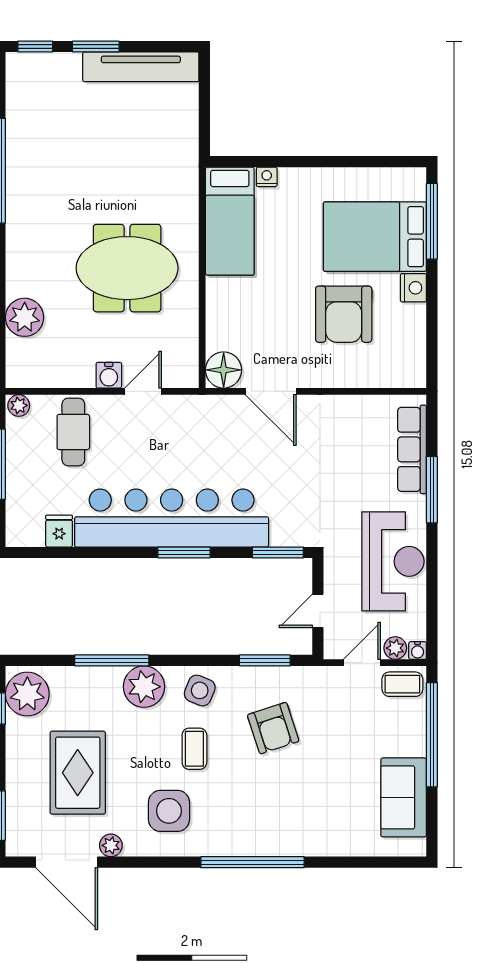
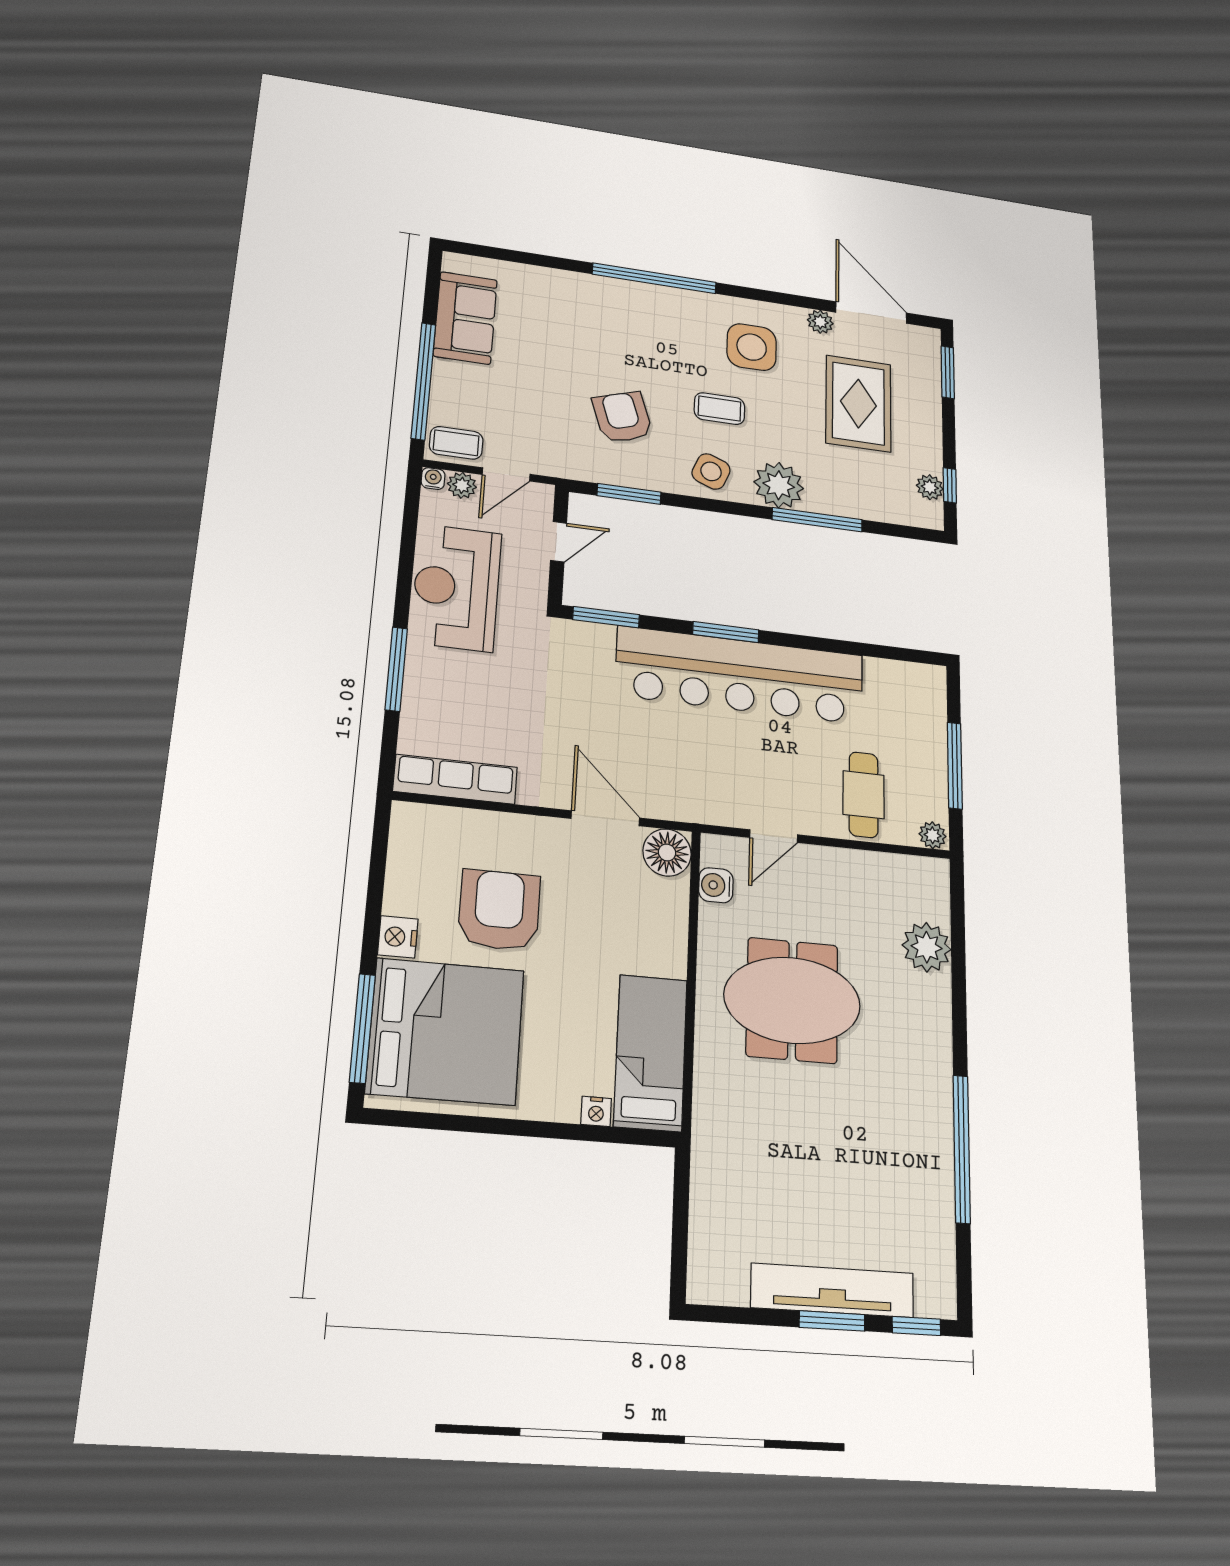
tv unit: (141, 67) -> (833, 1290), moved
bed: (375, 237) -> (446, 1031), width x1.36
water cooler: (109, 375) -> (716, 885), moved, turned -90
row of seats: (412, 449) -> (455, 779), moved, turned -90
fridge: (59, 531) -> (881, 677), removed
plant: (27, 694) -> (930, 487), width x0.53, depth x0.53
coffee table: (194, 749) -> (719, 409), turned 90

